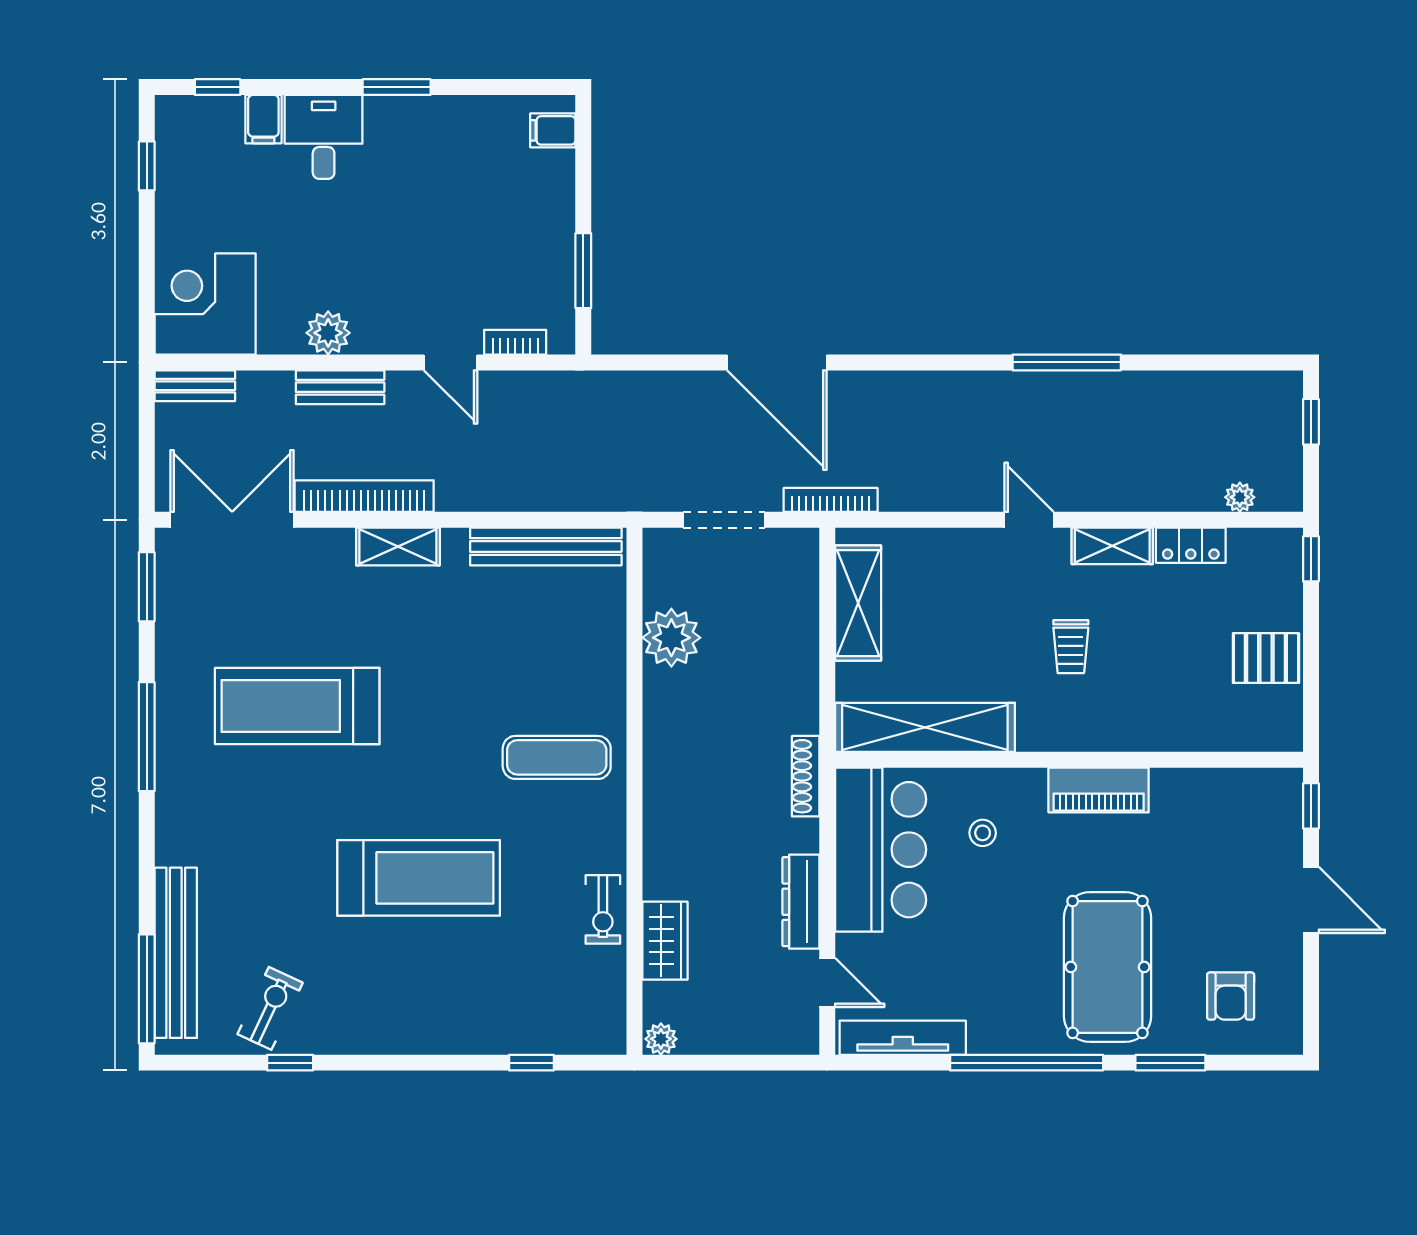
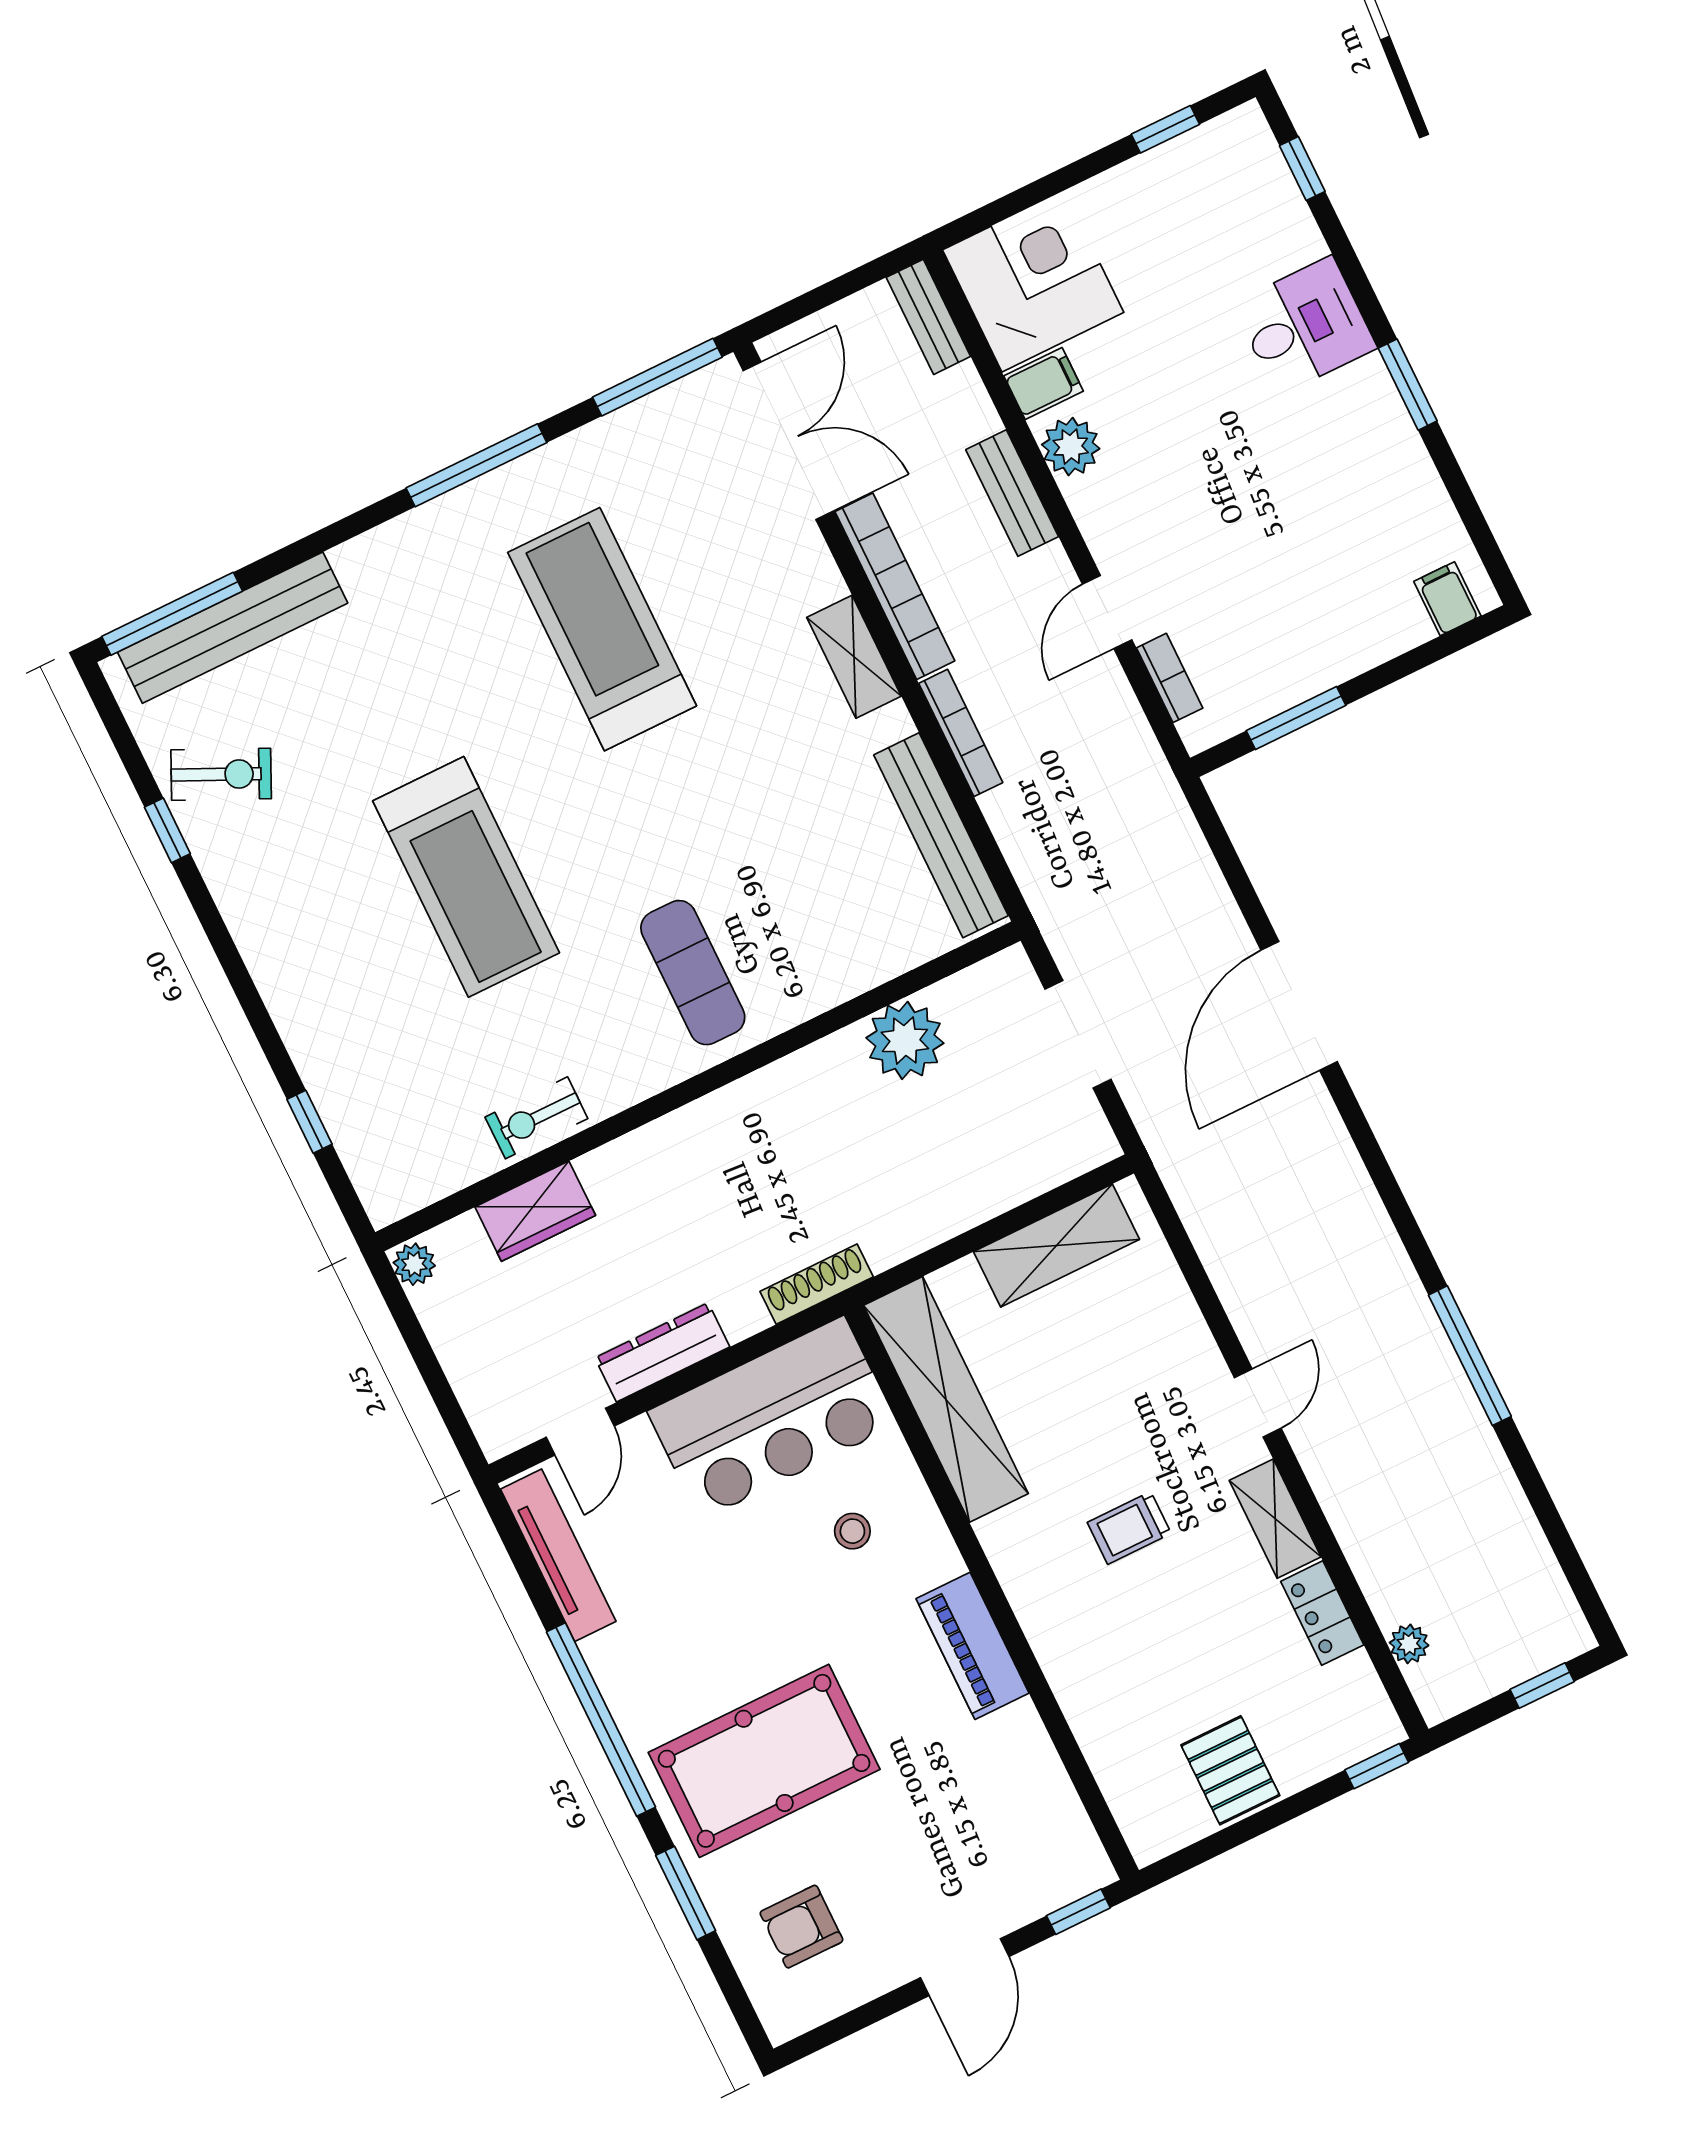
filing cabinet: (263, 119) -> (1044, 383), moved, turned 180
bookcase: (831, 500) -> (961, 733), moved
window: (147, 587) -> (657, 377), width x1.44

